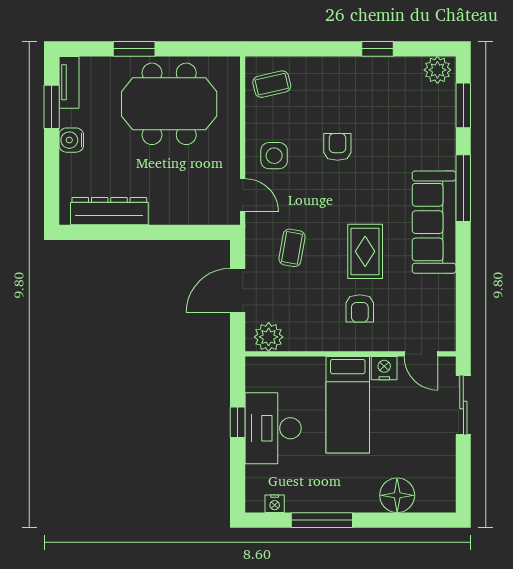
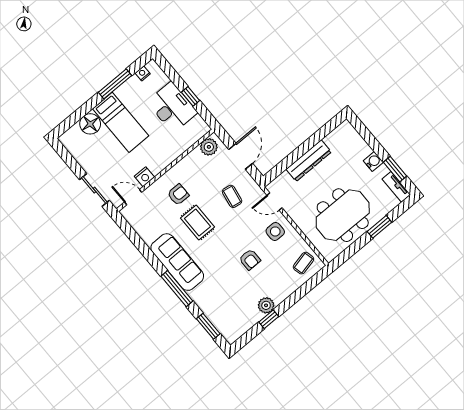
plant: (437, 70) -> (266, 305), moved
dresser: (109, 211) -> (309, 161), moved
armchair: (360, 308) -> (178, 195), turned 90
bed: (348, 405) -> (121, 122), moved, turned 180

